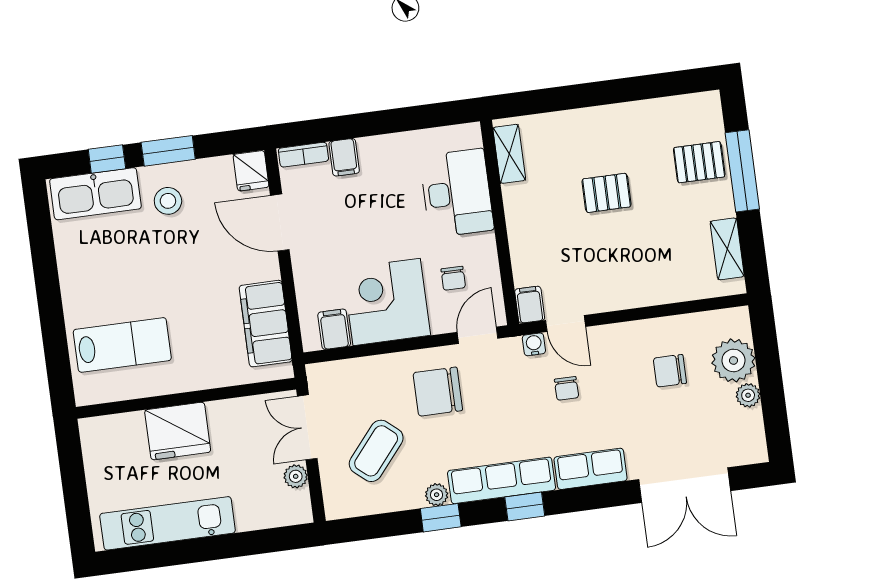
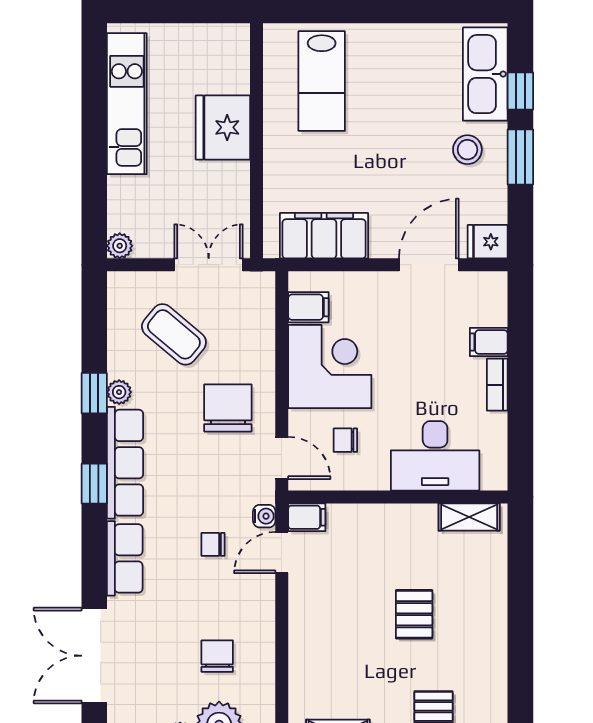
bookcase: (303, 155) -> (497, 385), moved
plant: (296, 476) -> (120, 246), moved

